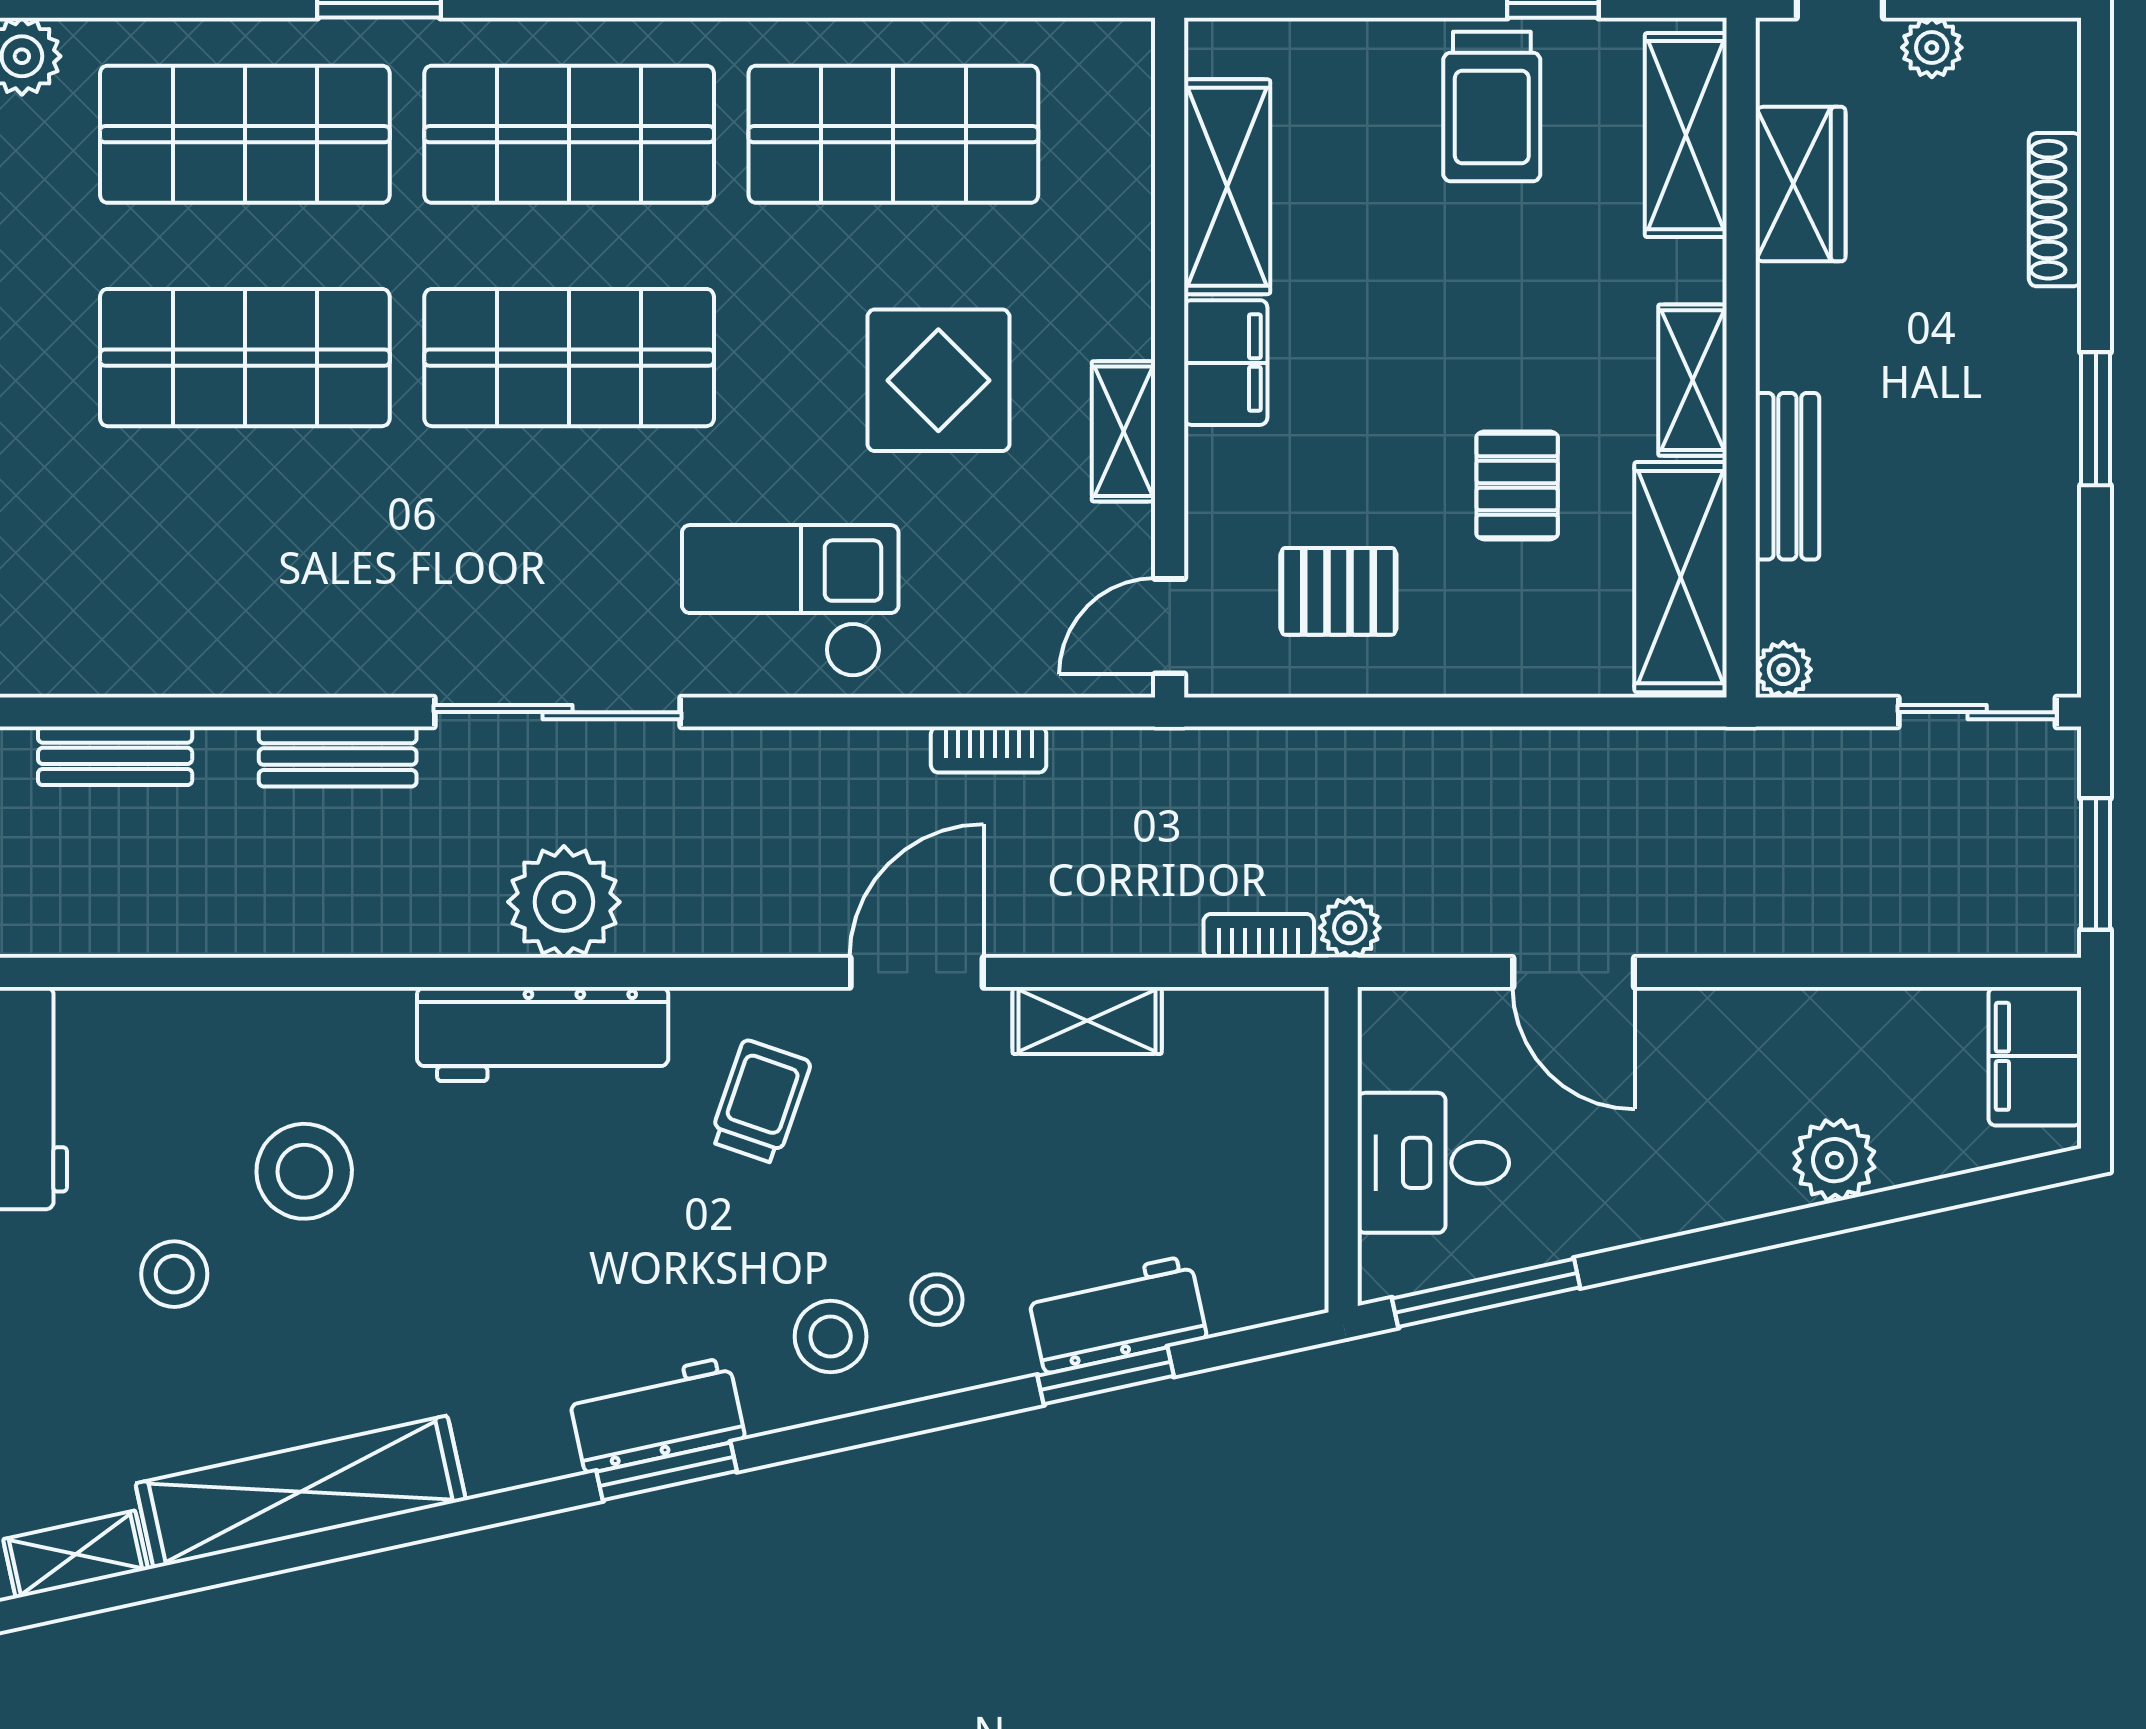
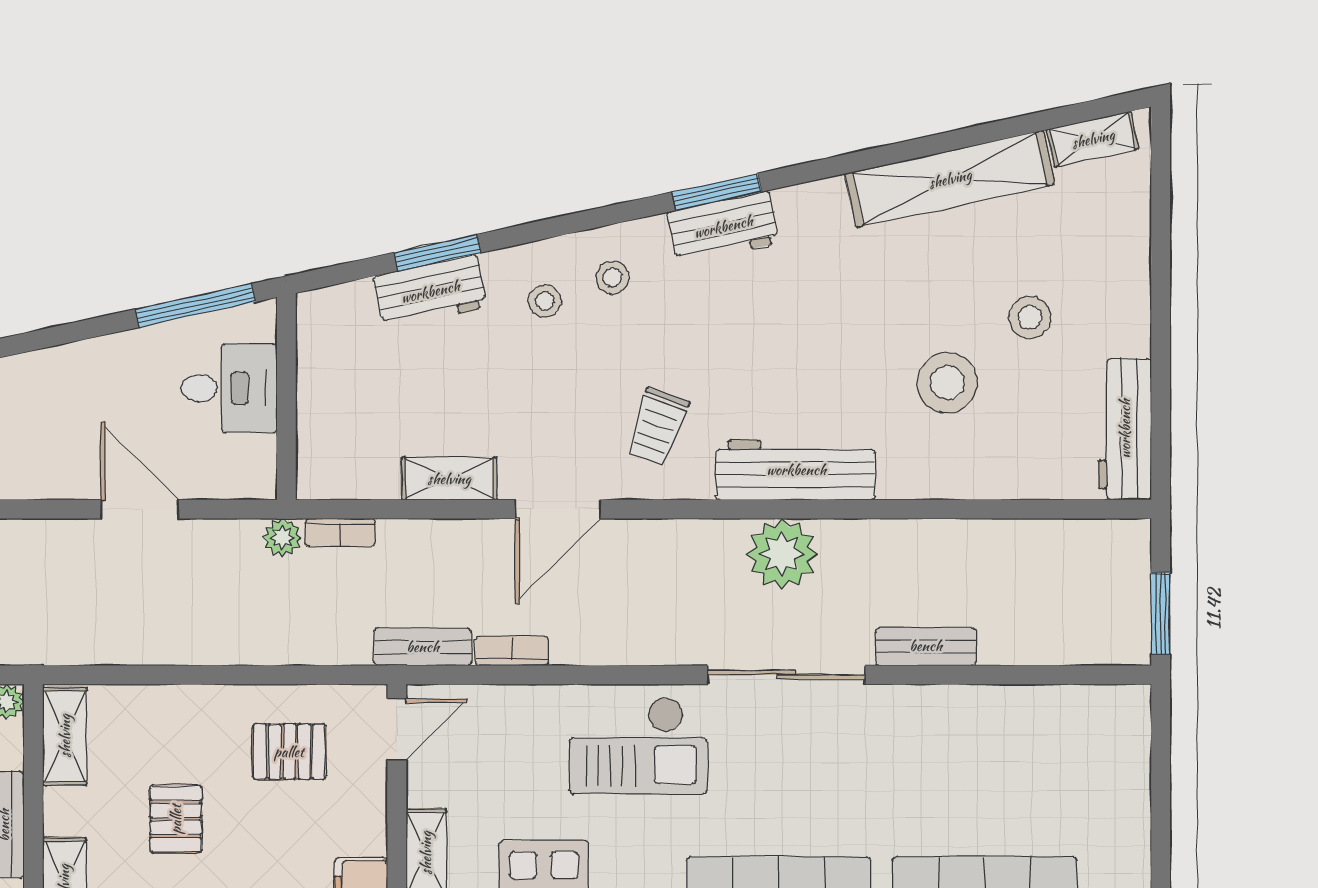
shelving: (1680, 577) -> (65, 736), width x0.67, depth x0.75
bench: (115, 756) -> (423, 647), moved
stool: (831, 1337) -> (612, 278), width x0.73, depth x0.73

